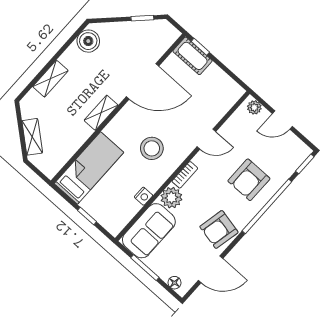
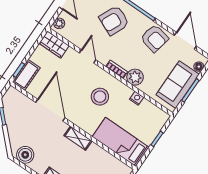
wardrobe: (228, 97) -> (54, 45), added
armchair: (249, 180) -> (114, 20), turned 114
sofa: (149, 231) -> (178, 85), moved, turned -90

